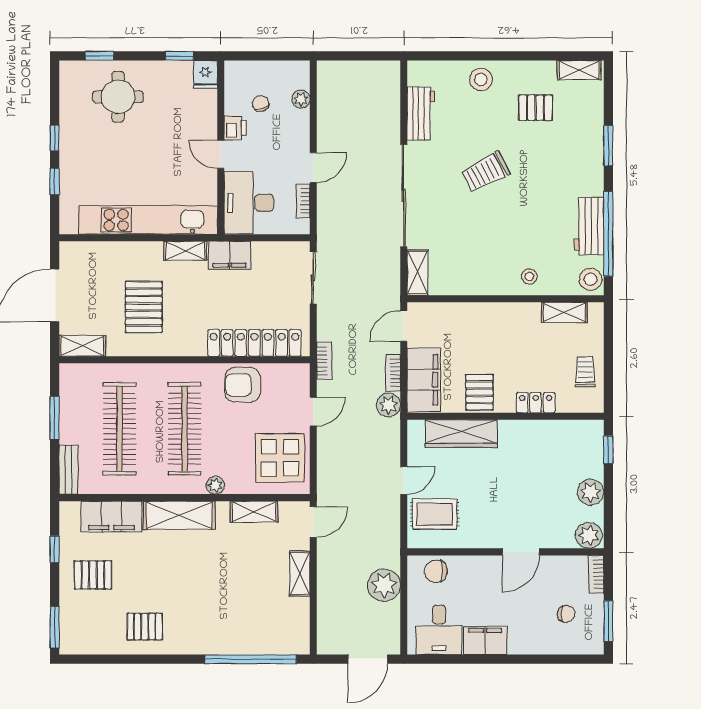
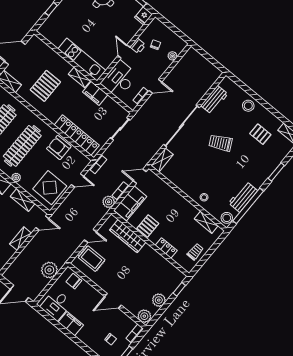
kitchen unit: (148, 220) -> (82, 60), width x0.73

